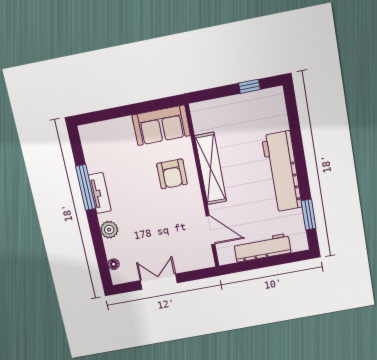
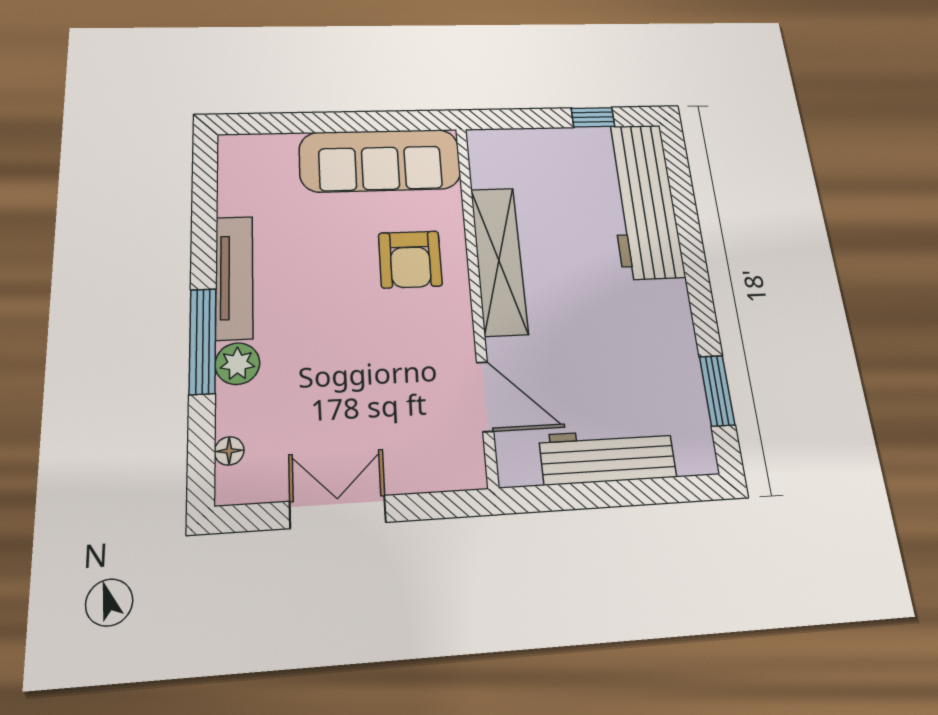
sofa: (161, 125) -> (380, 161), width x1.36
workbench: (282, 172) -> (642, 200), moved
window: (86, 187) -> (203, 341), moved
tv unit: (100, 193) -> (234, 277), width x1.41

